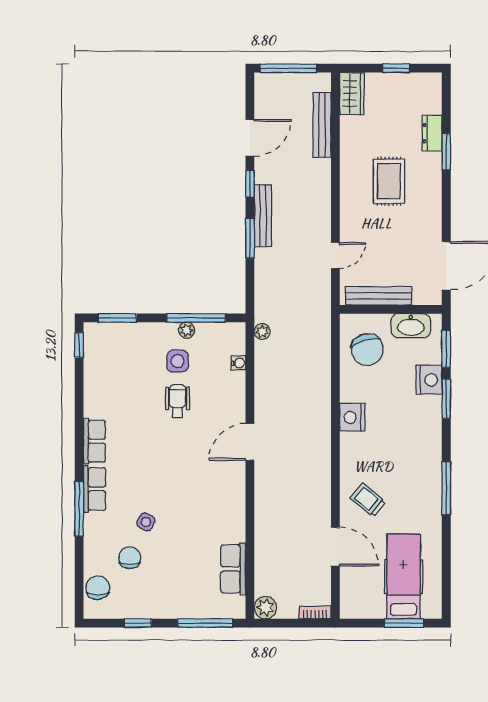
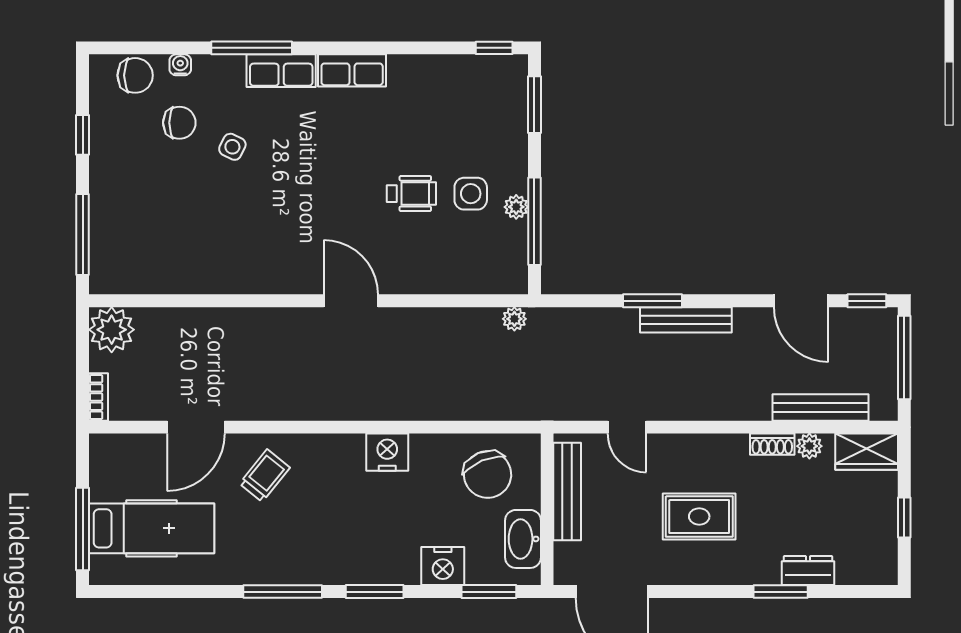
plant: (348, 132) -> (809, 446), added
shoe rack: (347, 157) -> (772, 444), added
rug: (389, 181) -> (699, 516), moved
window: (250, 184) -> (867, 301), moved
chair: (367, 350) -> (488, 474), turned -97
water cooler: (238, 363) -> (180, 65), moved, turned 180
window: (446, 399) -> (375, 592), moved
row of seats: (233, 569) -> (163, 276), removed
plant: (265, 608) -> (112, 330), width x1.36, depth x1.36
window: (404, 623) -> (83, 529), width x1.44

